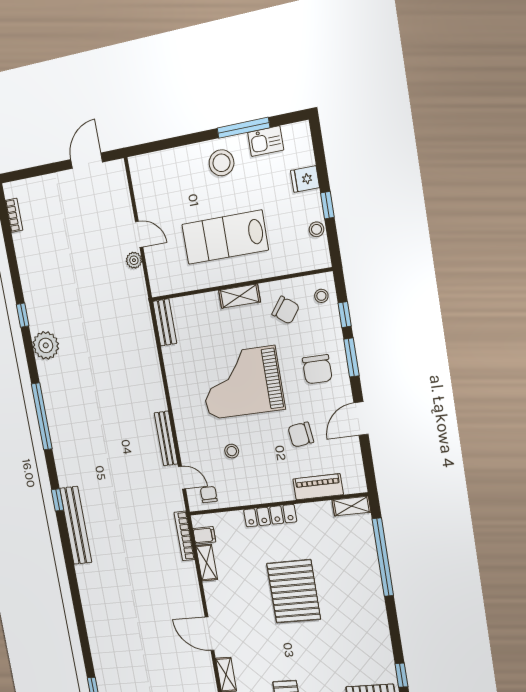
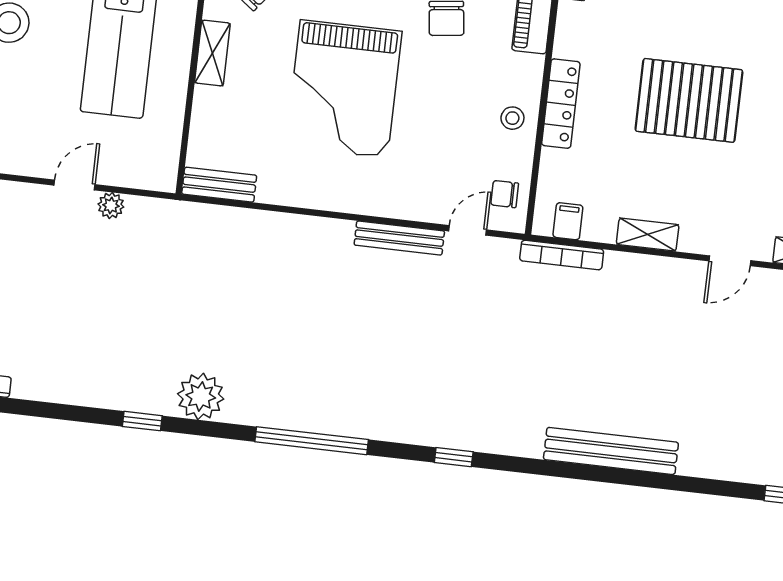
stool: (232, 451) -> (512, 118), moved
bench: (76, 525) -> (611, 451), moved
shelving: (207, 563) -> (648, 235), moved
door: (210, 634) -> (730, 261), width x0.73

